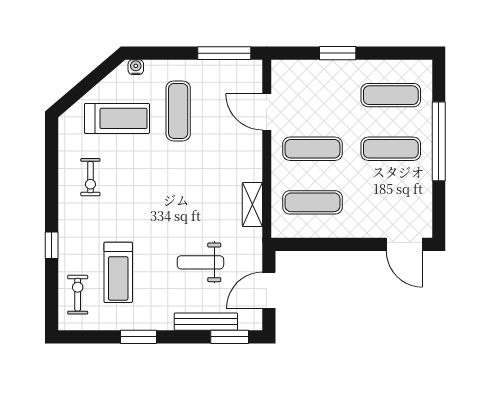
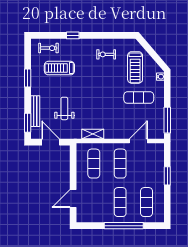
door: (404, 244) -> (73, 199), moved

